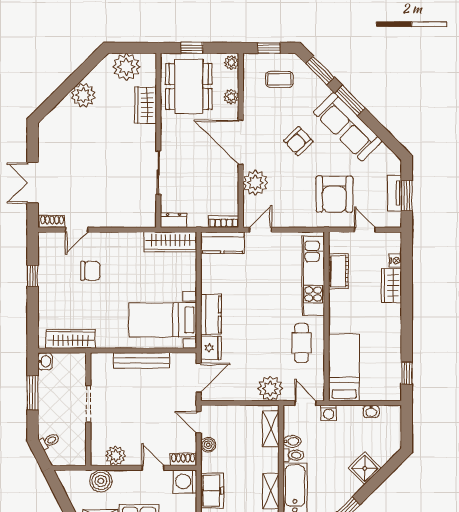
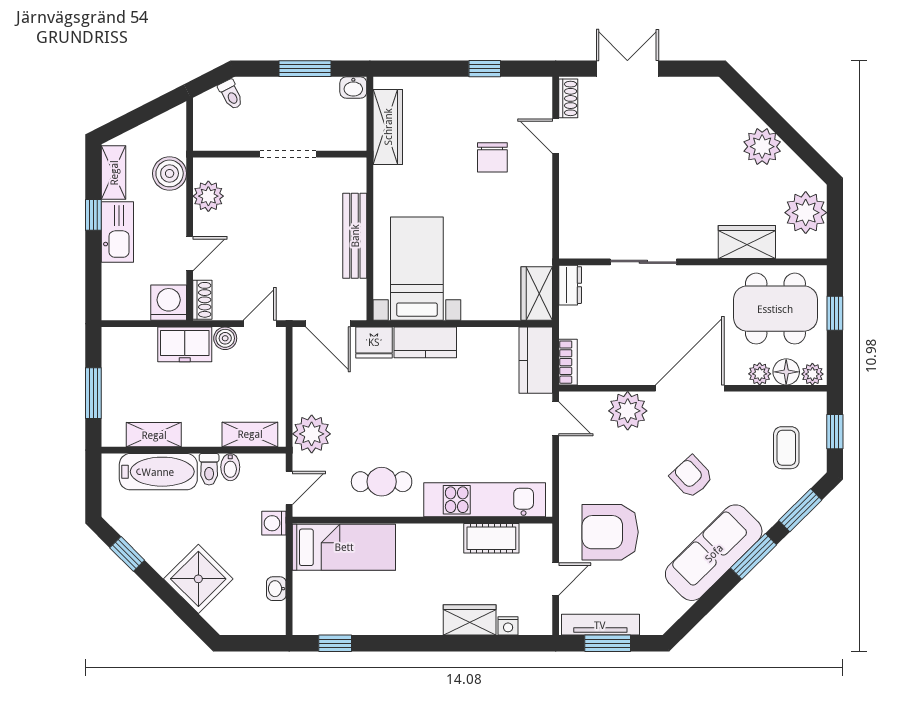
floor lamp: (230, 80) -> (786, 372), added
tv unit: (395, 193) -> (600, 625), width x1.41
wardrobe: (170, 242) -> (537, 293), width x0.67
shower: (365, 468) -> (198, 579), width x1.36, depth x1.36
freezer: (212, 490) -> (185, 344), moved

